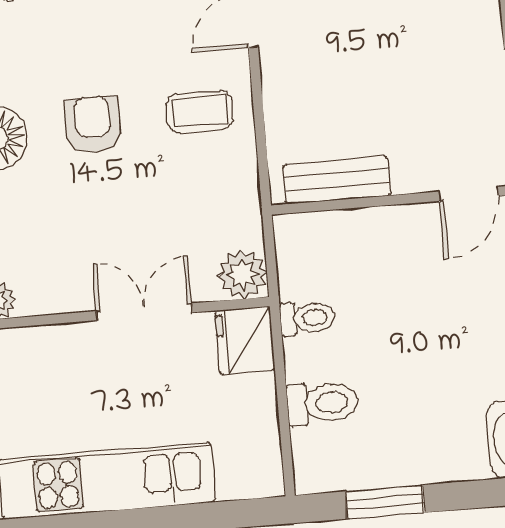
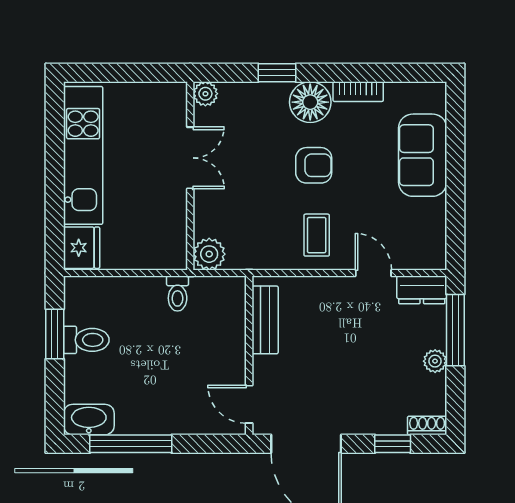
double door: (144, 312) -> (190, 158), moved
fridge: (245, 340) -> (82, 248), moved, turned 90
toilet: (322, 403) -> (86, 340), moved, turned -90

